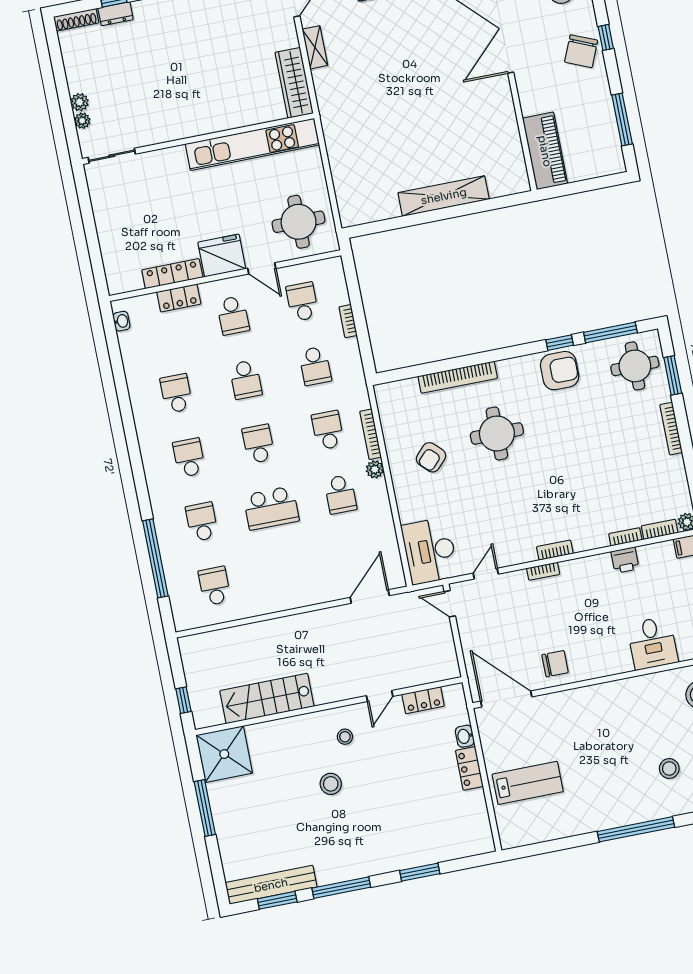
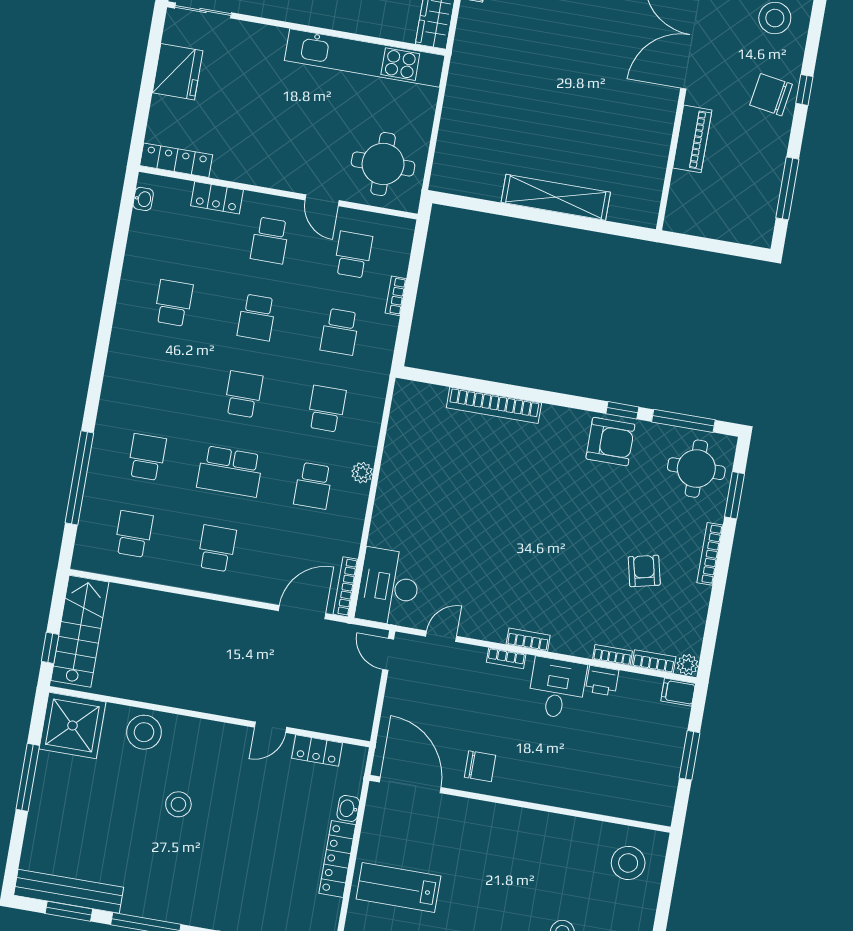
chair: (581, 51) -> (771, 95), turned 76
piano: (545, 151) -> (692, 139), moved, width x0.73, depth x0.75
fridge: (222, 256) -> (178, 72), moved, turned 90
locker: (172, 274) -> (176, 160), moved
bookcase: (371, 434) -> (346, 587), moved
round table: (497, 434) -> (514, 485), removed
armchair: (431, 457) -> (644, 571), moved, turned 123
school desk: (189, 458) -> (217, 548), moved
desk: (652, 643) -> (557, 688), moved, turned 180
stairs: (267, 699) -> (80, 631), moved, turned 90
stool: (345, 737) -> (144, 732), moved, width x1.89, depth x1.89
locker: (469, 768) -> (337, 859), width x1.53
lab bench: (528, 783) -> (398, 888), turned 180

